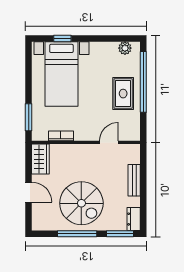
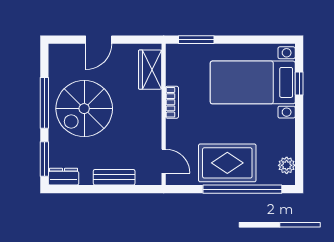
rug: (123, 94) -> (227, 163), width x1.36, depth x1.43
bookcase: (61, 136) -> (172, 102), moved
door: (109, 142) -> (164, 161), moved
wardrobe: (40, 159) -> (150, 70), moved, turned 90

